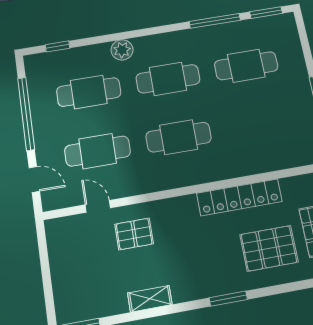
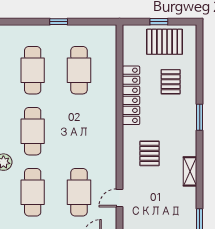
cafe table: (179, 137) -> (79, 70), moved
pallet: (134, 234) -> (150, 153), moved
pallet: (269, 248) -> (171, 82), width x0.67, depth x0.71

